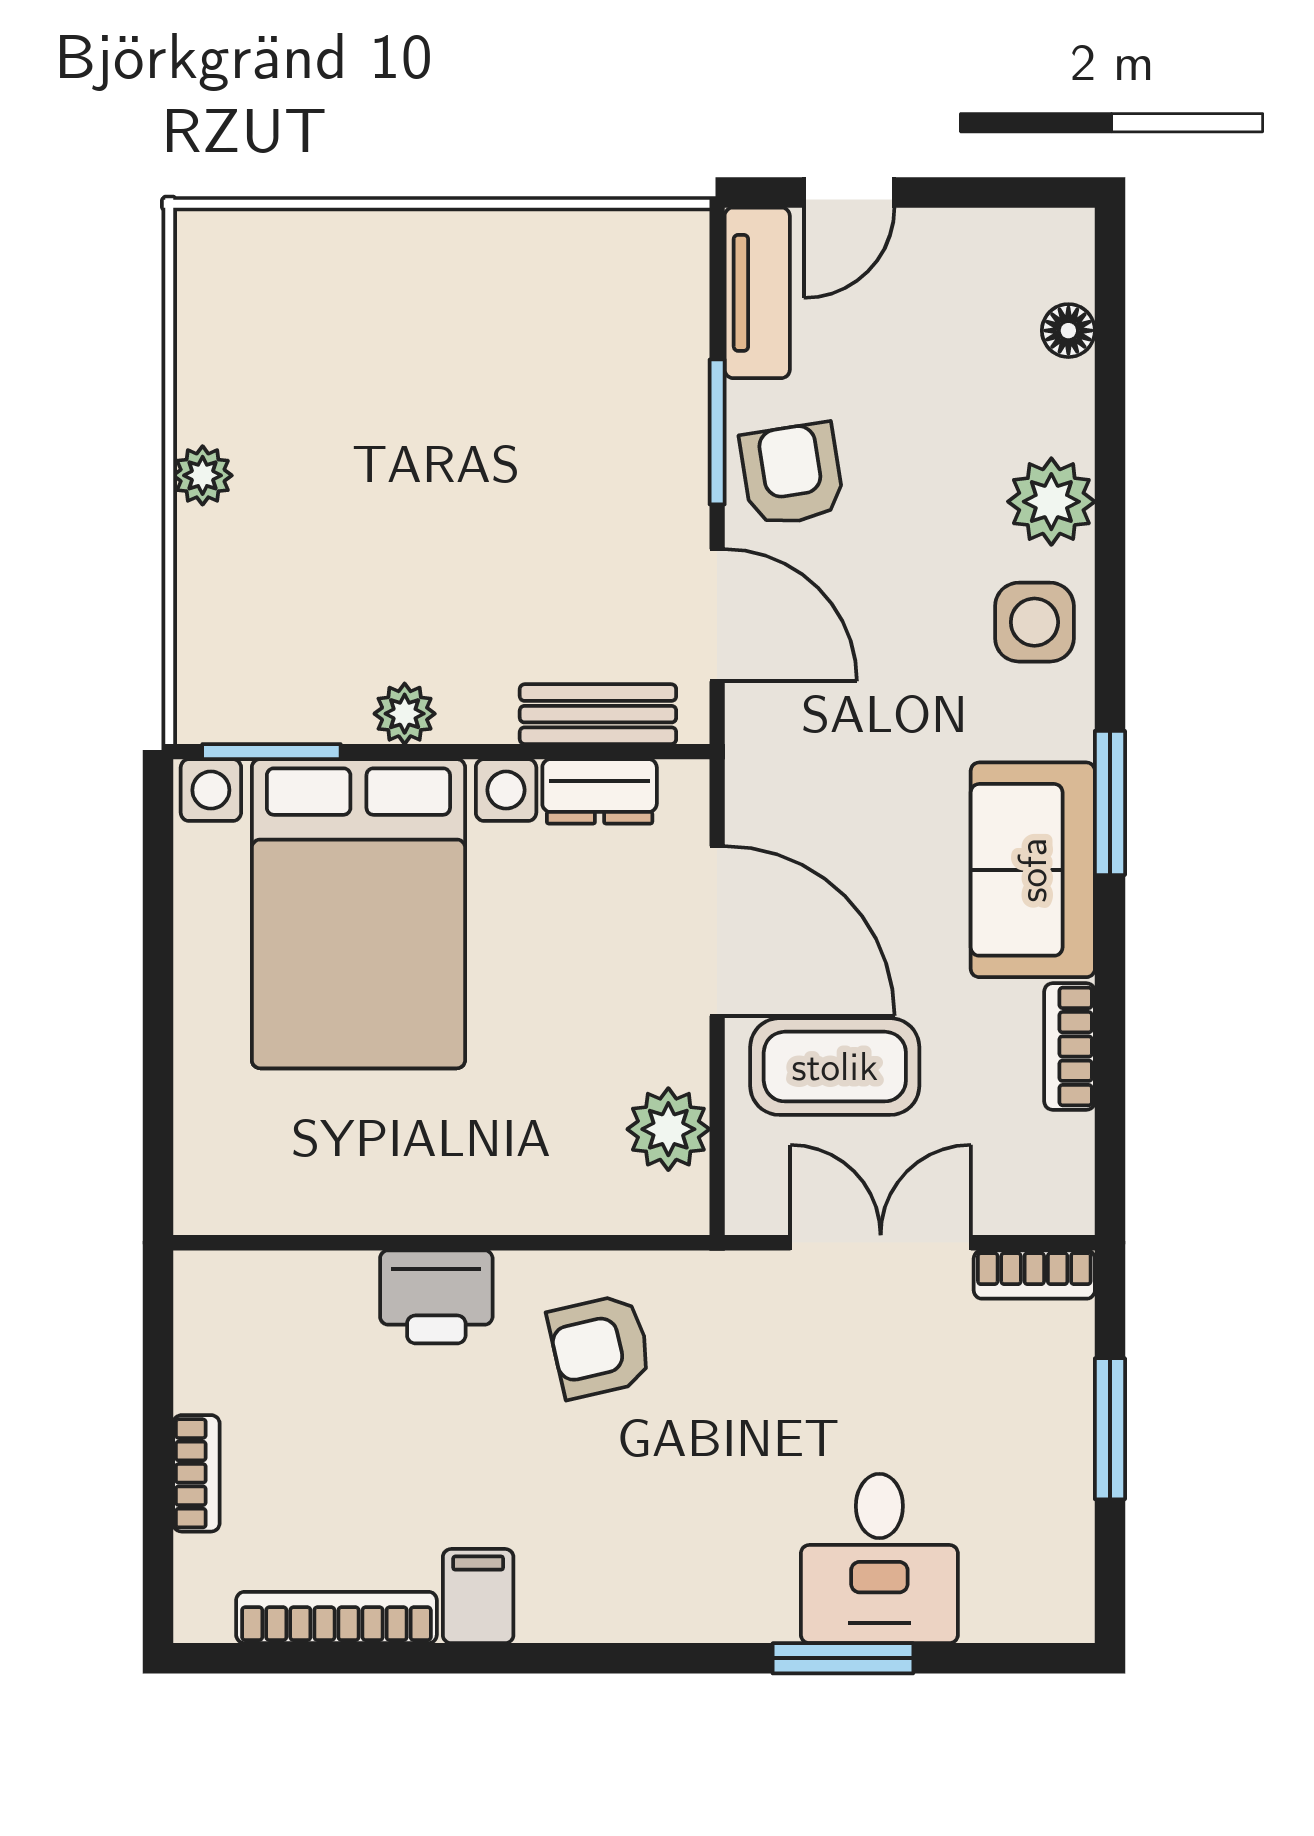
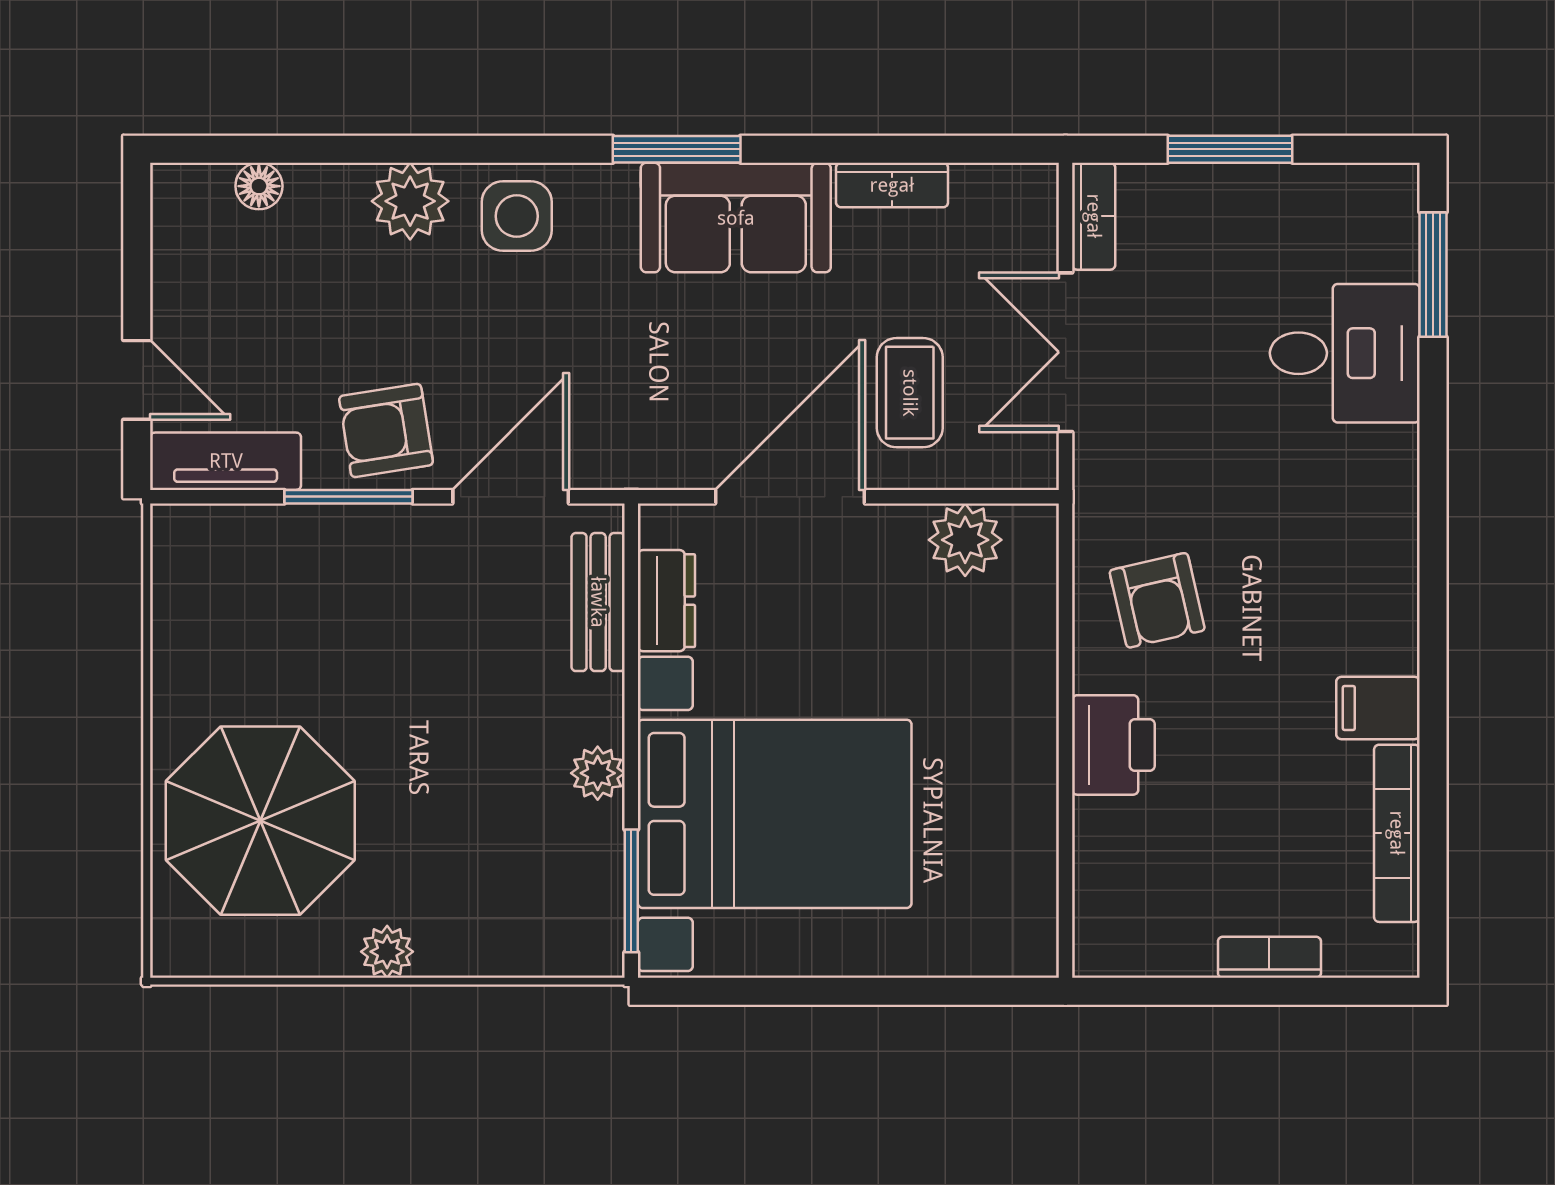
parasol: (351, 332) -> (260, 821), added
coffee table: (835, 1067) -> (910, 393), width x0.73, depth x0.77
window: (843, 1658) -> (1433, 275), moved

